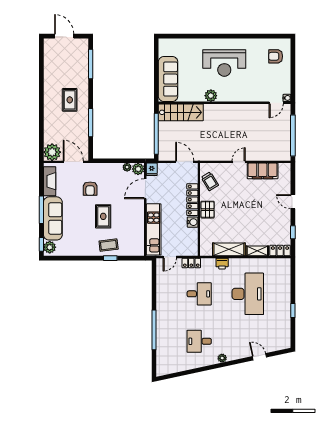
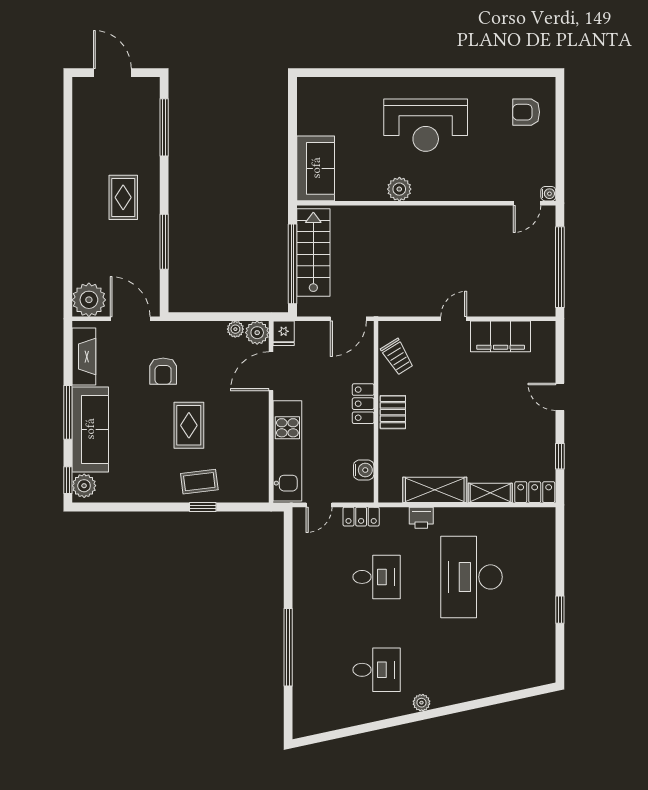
sofa: (168, 79) -> (316, 168), width x0.73
stairs: (181, 112) -> (313, 253), moved, turned -90
door: (185, 162) -> (348, 319), swing flipped
locker: (192, 200) -> (363, 404), width x0.66
water cooler: (193, 222) -> (364, 470), moved
desk: (248, 294) -> (472, 577), turned 180
desk: (199, 341) -> (377, 670), turned 180
door: (259, 357) -> (494, 700), removed

